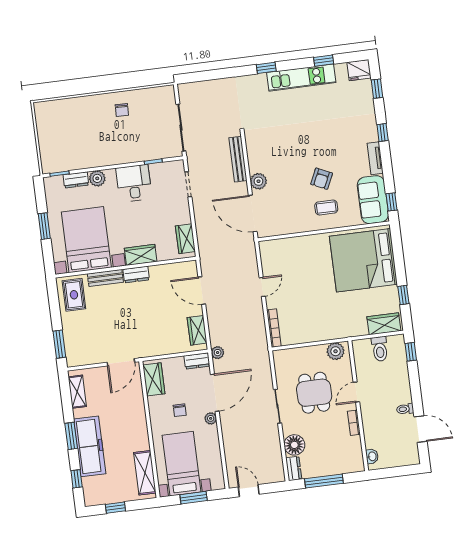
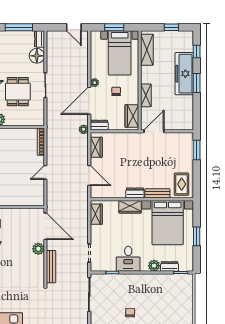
shelving: (77, 392) -> (146, 95), moved

